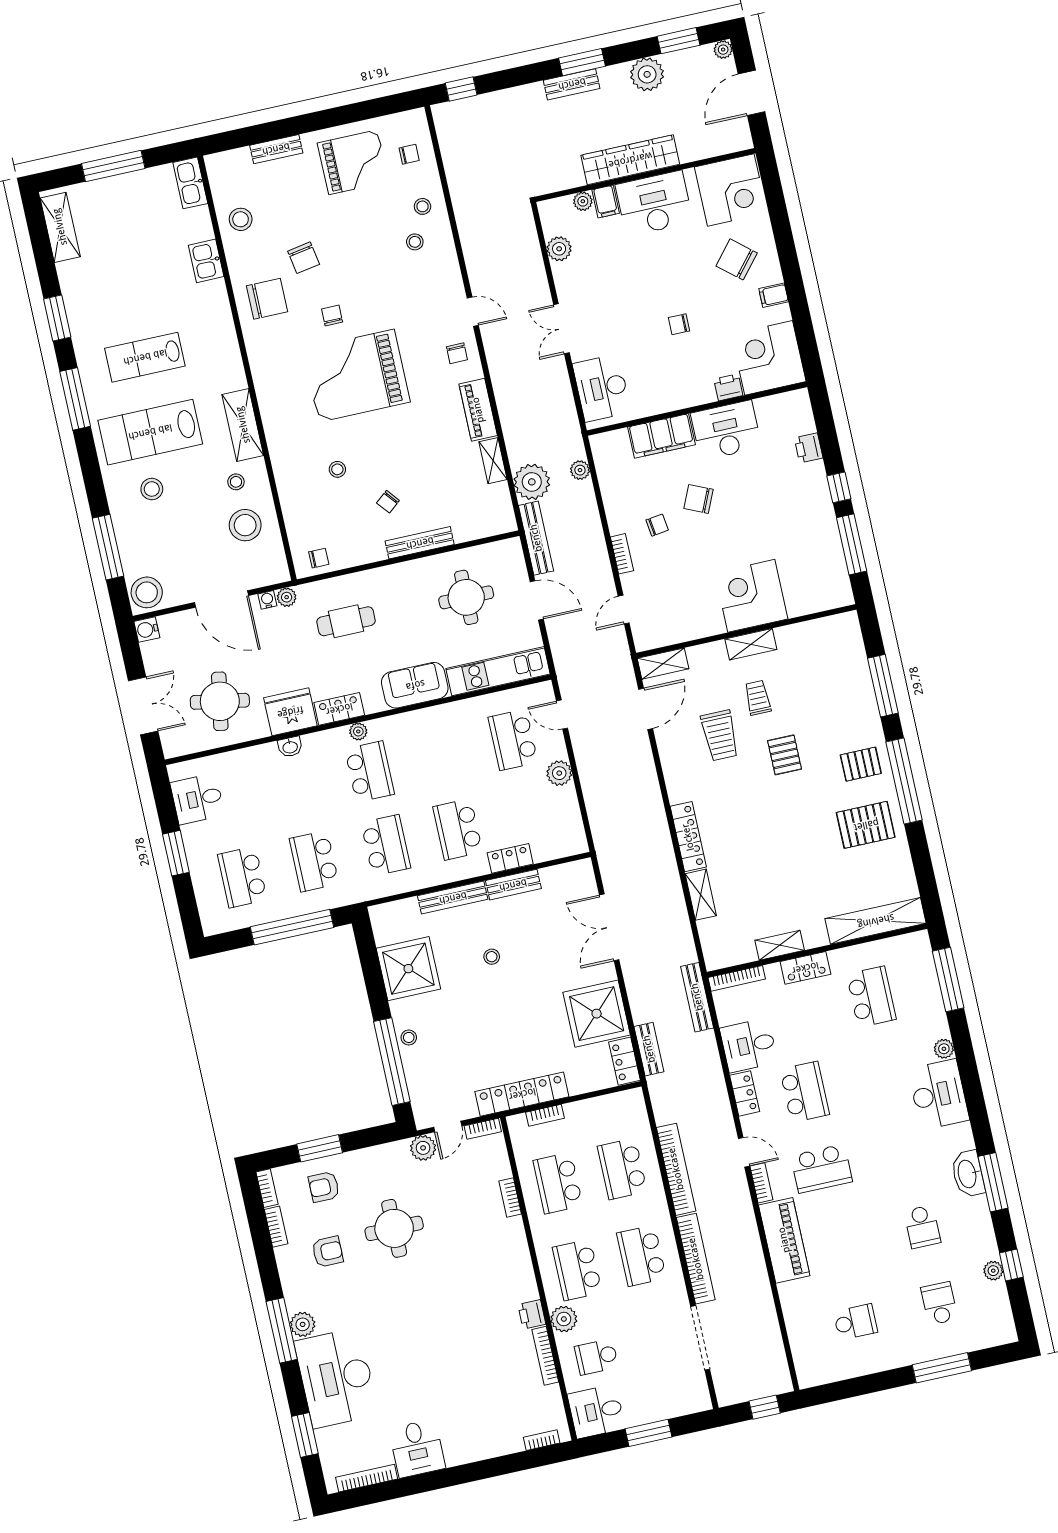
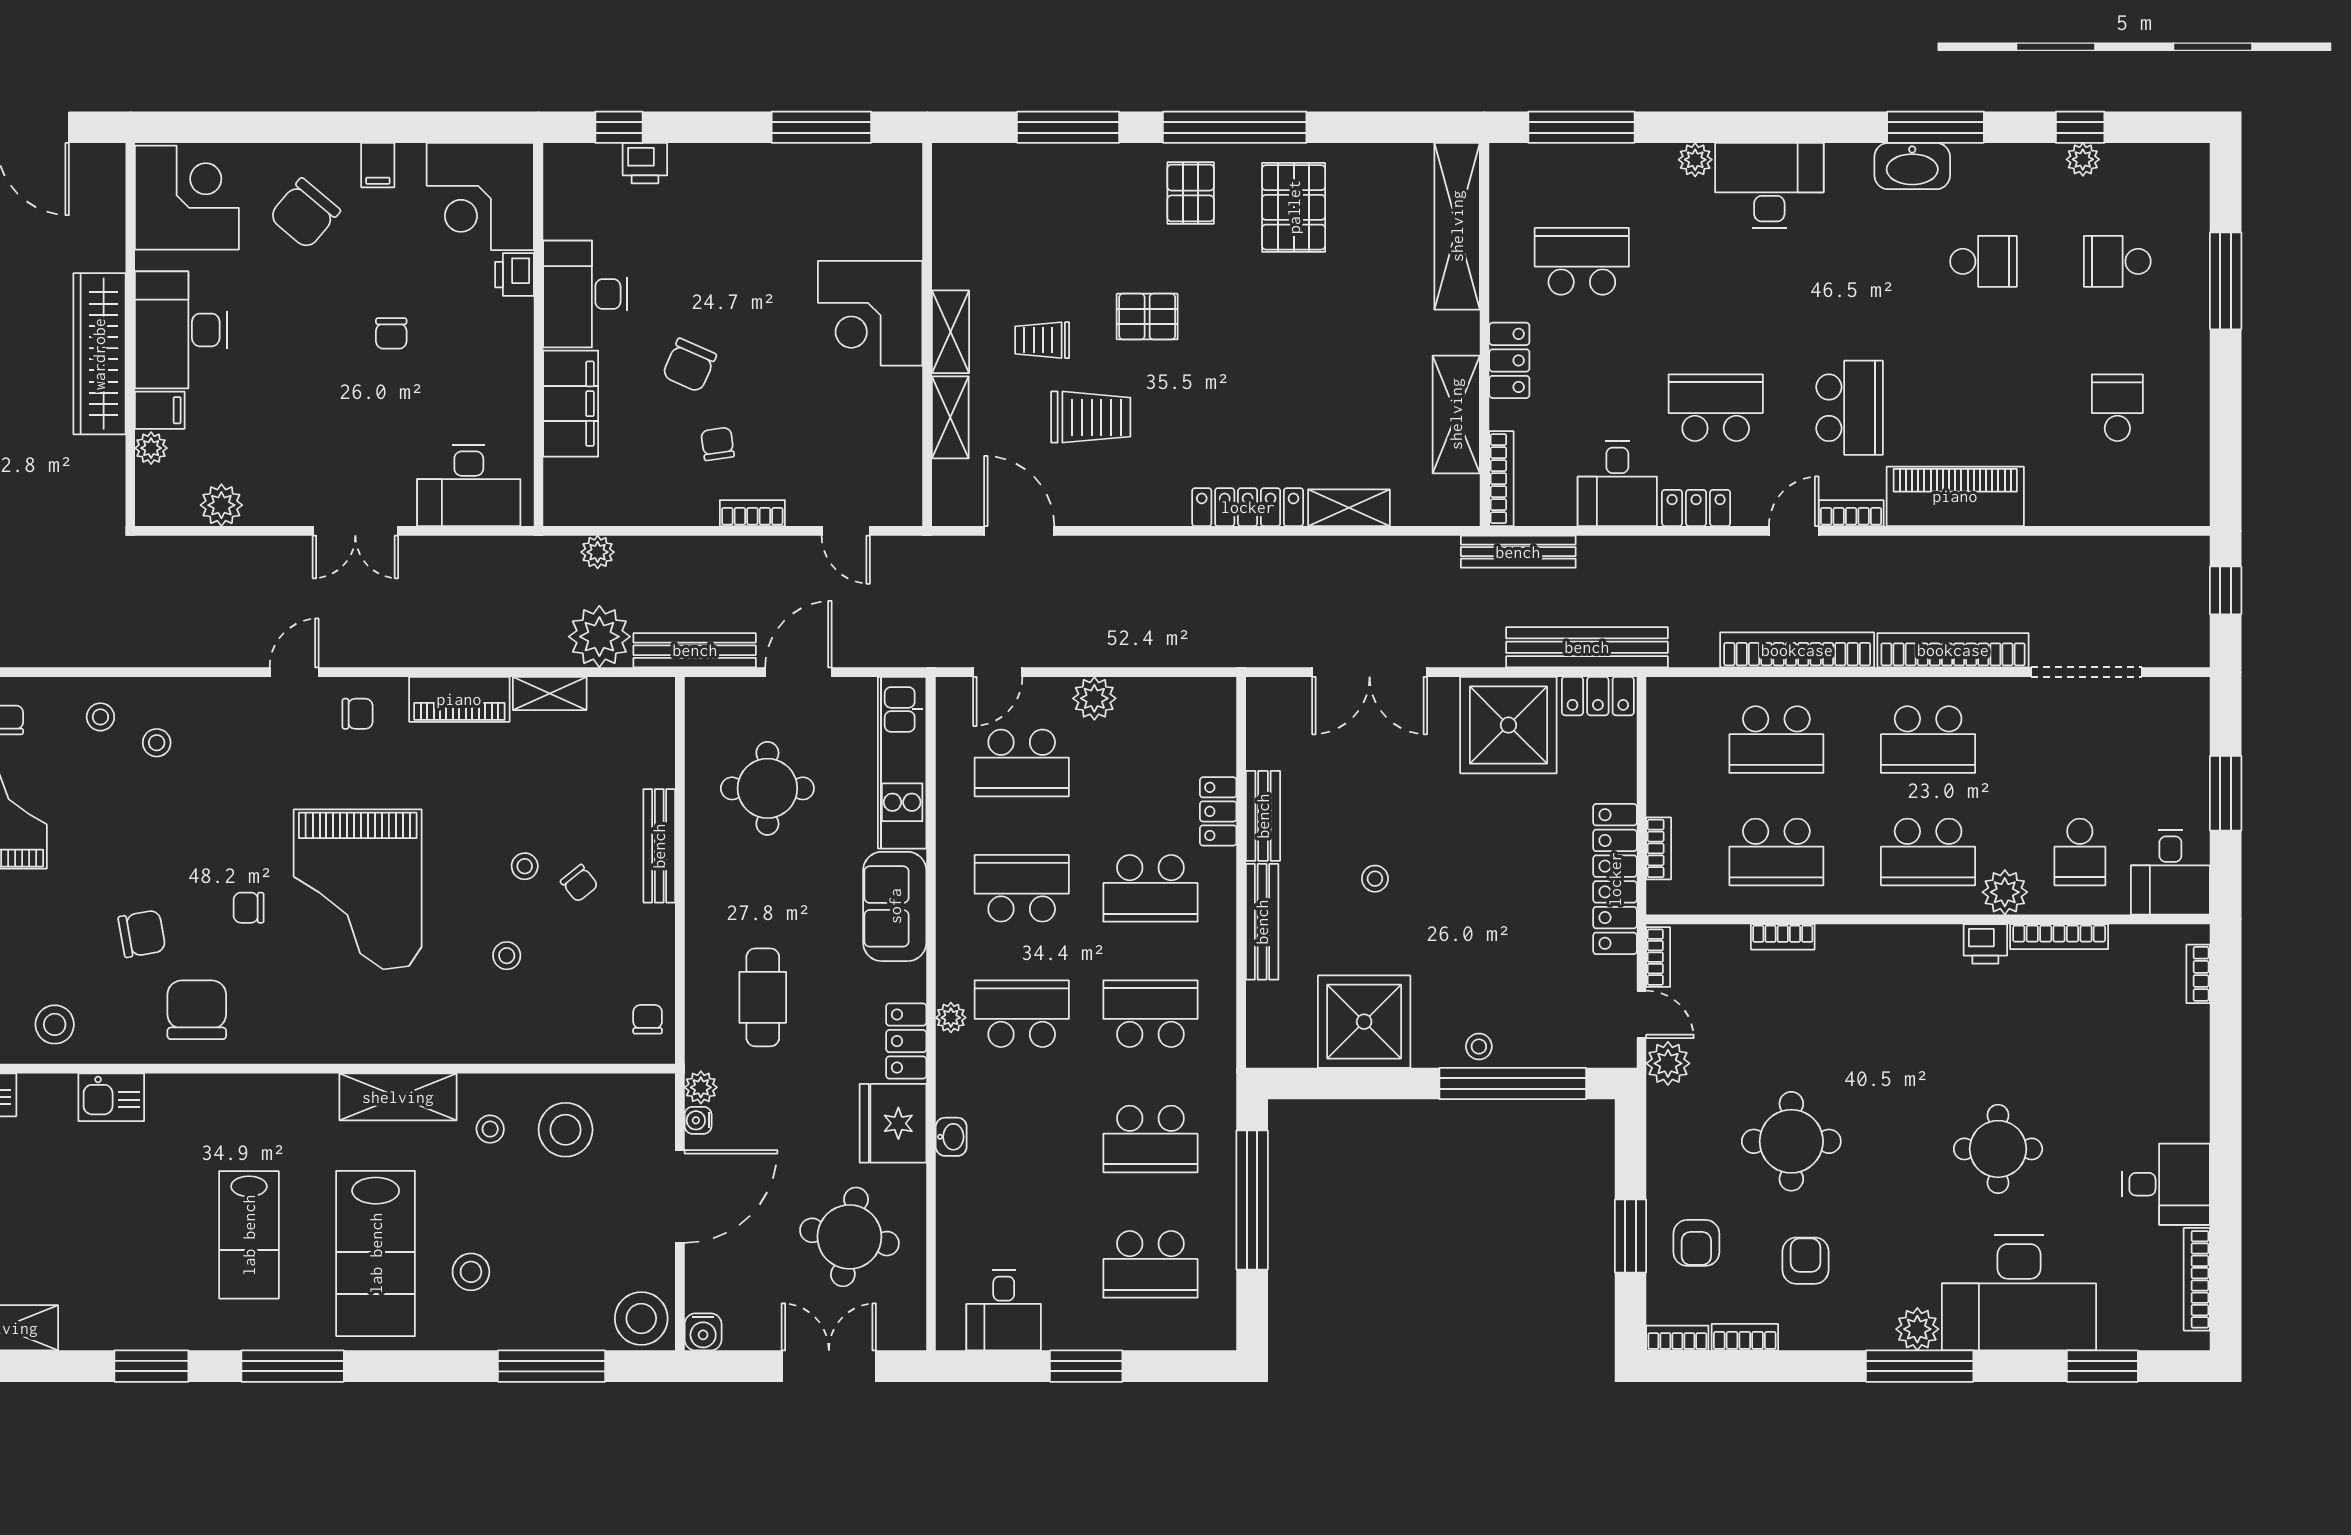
stool: (391, 468) -> (525, 866), added
window: (839, 487) -> (619, 127), moved
shelving: (663, 664) -> (950, 417), moved
school desk: (441, 756) -> (1022, 888), added
shelving: (780, 945) -> (1456, 414), width x1.50, depth x1.33
bench: (649, 1049) -> (1587, 647), width x1.86, depth x1.21
round table: (416, 1348) -> (1998, 1149), added

